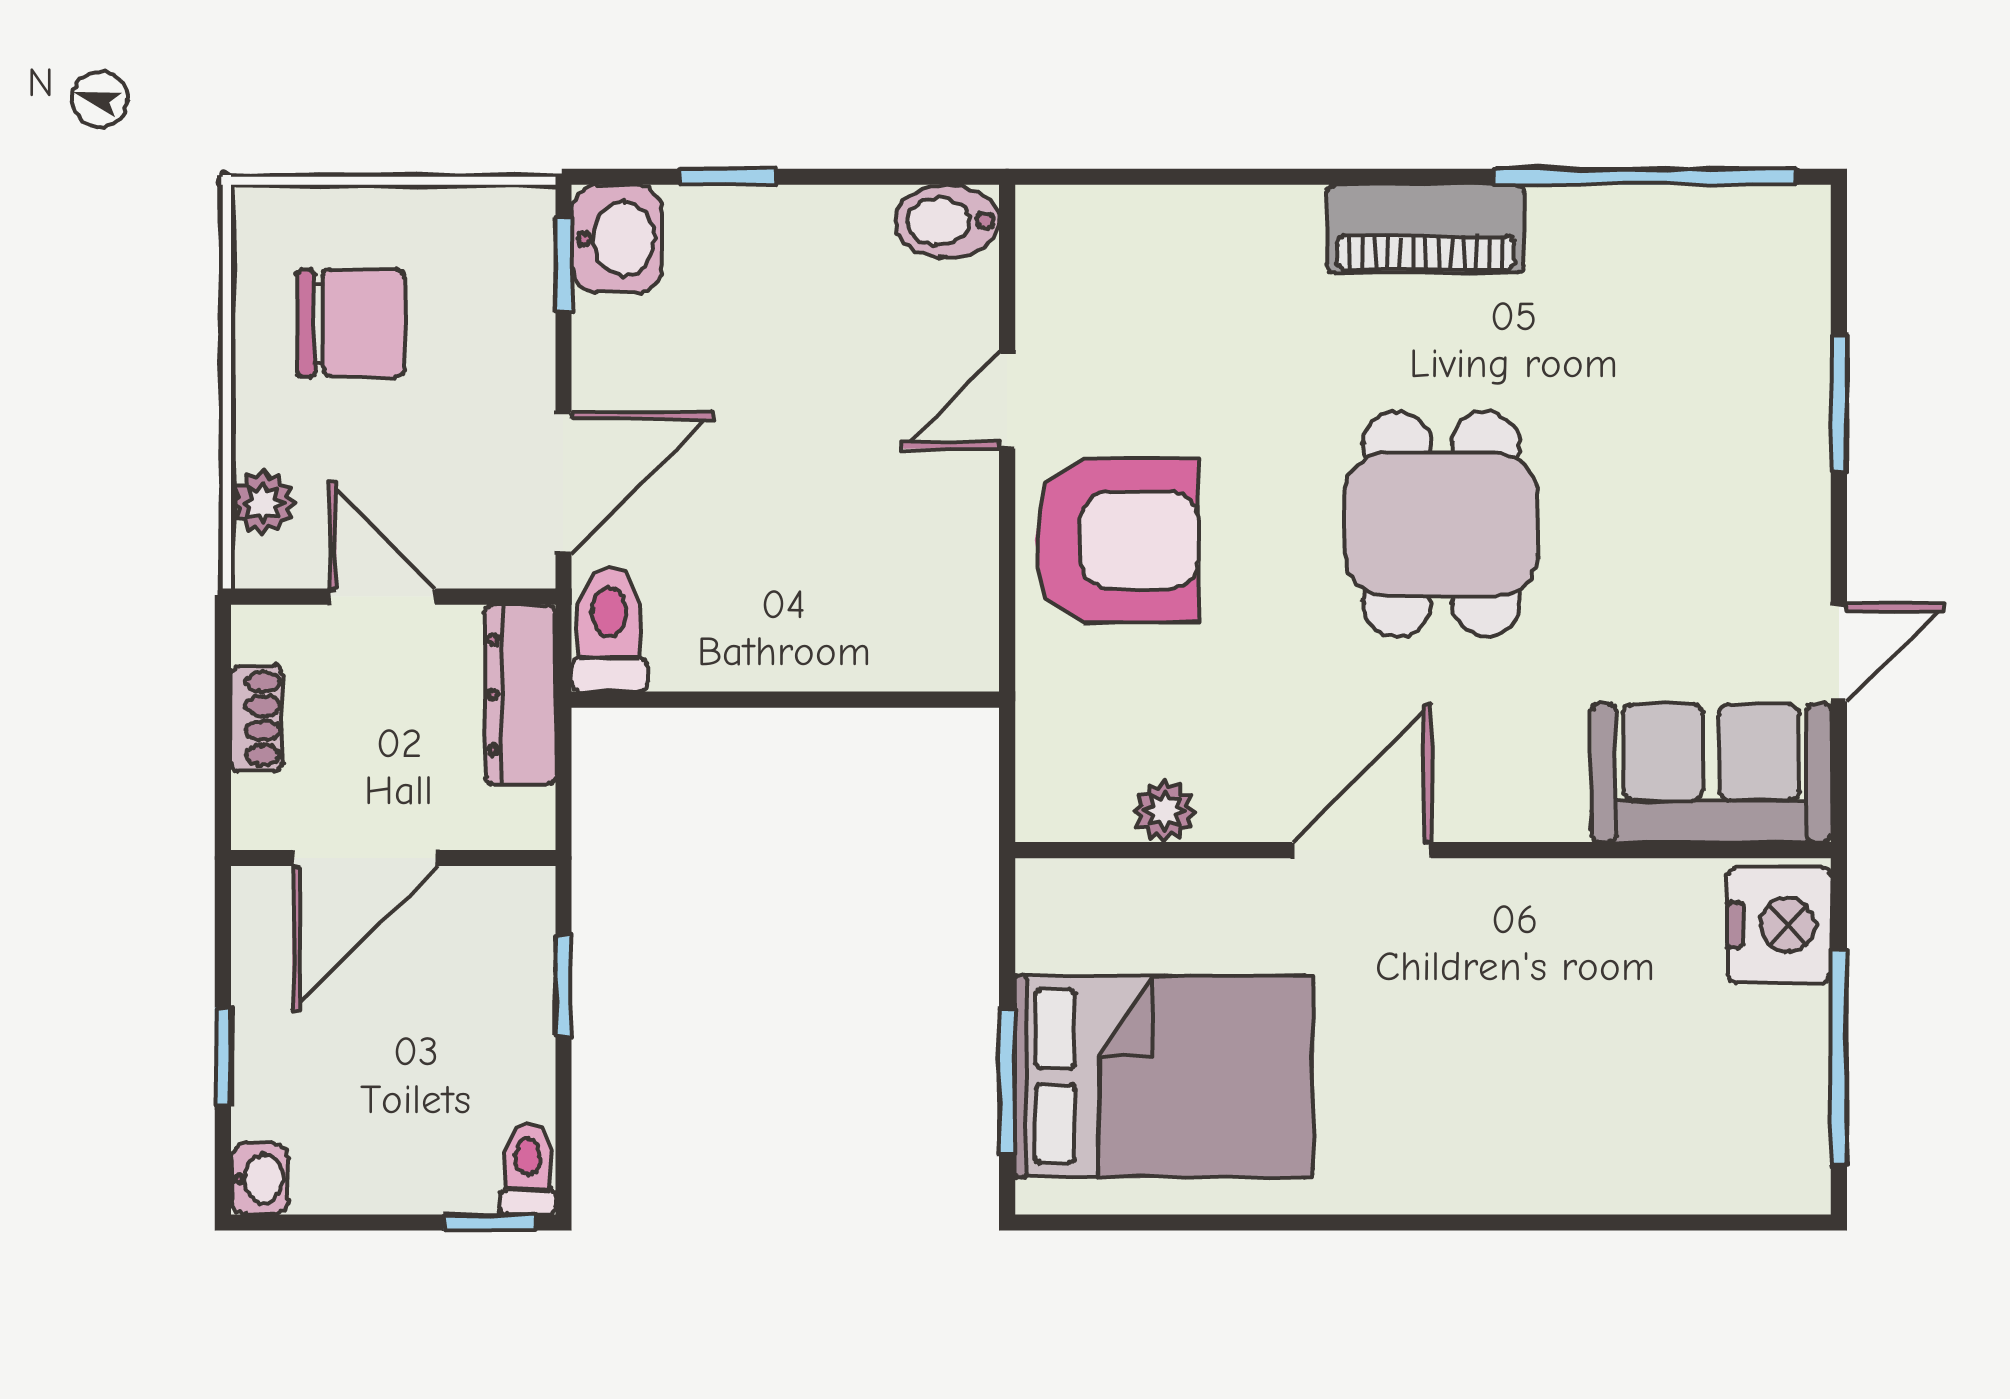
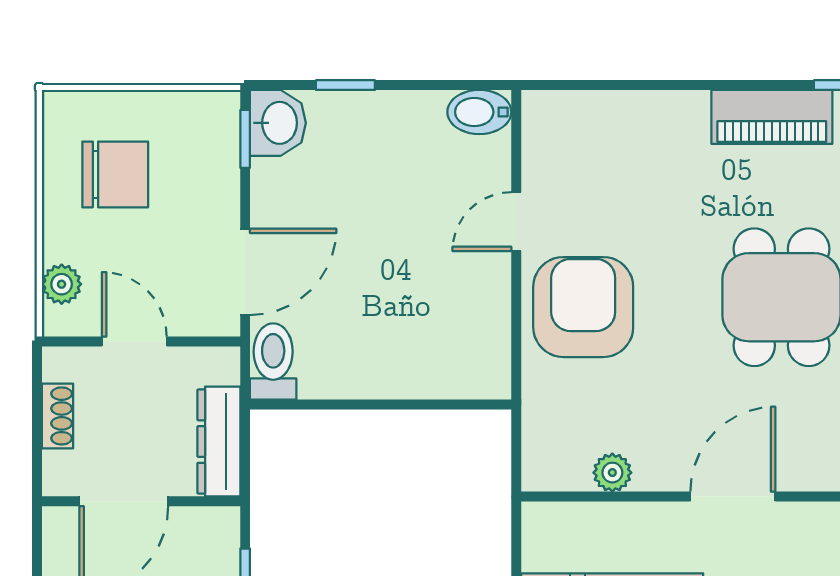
armchair: (1117, 540) -> (583, 307), turned -90
dresser: (520, 695) -> (219, 442), moved

